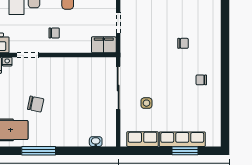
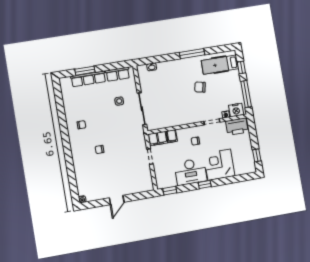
filing cabinet: (84, 45) -> (172, 136), added

